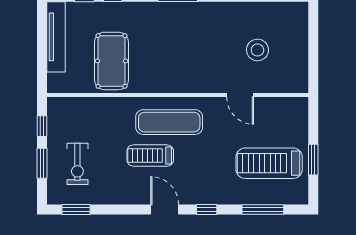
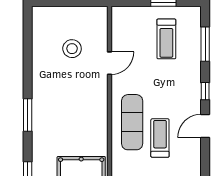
treadmill: (150, 155) -> (160, 138), turned 180
treadmill: (269, 163) -> (166, 39), width x0.73, depth x0.73

